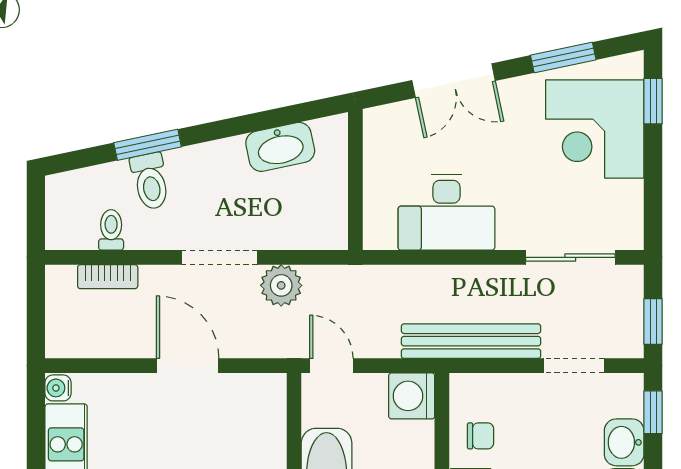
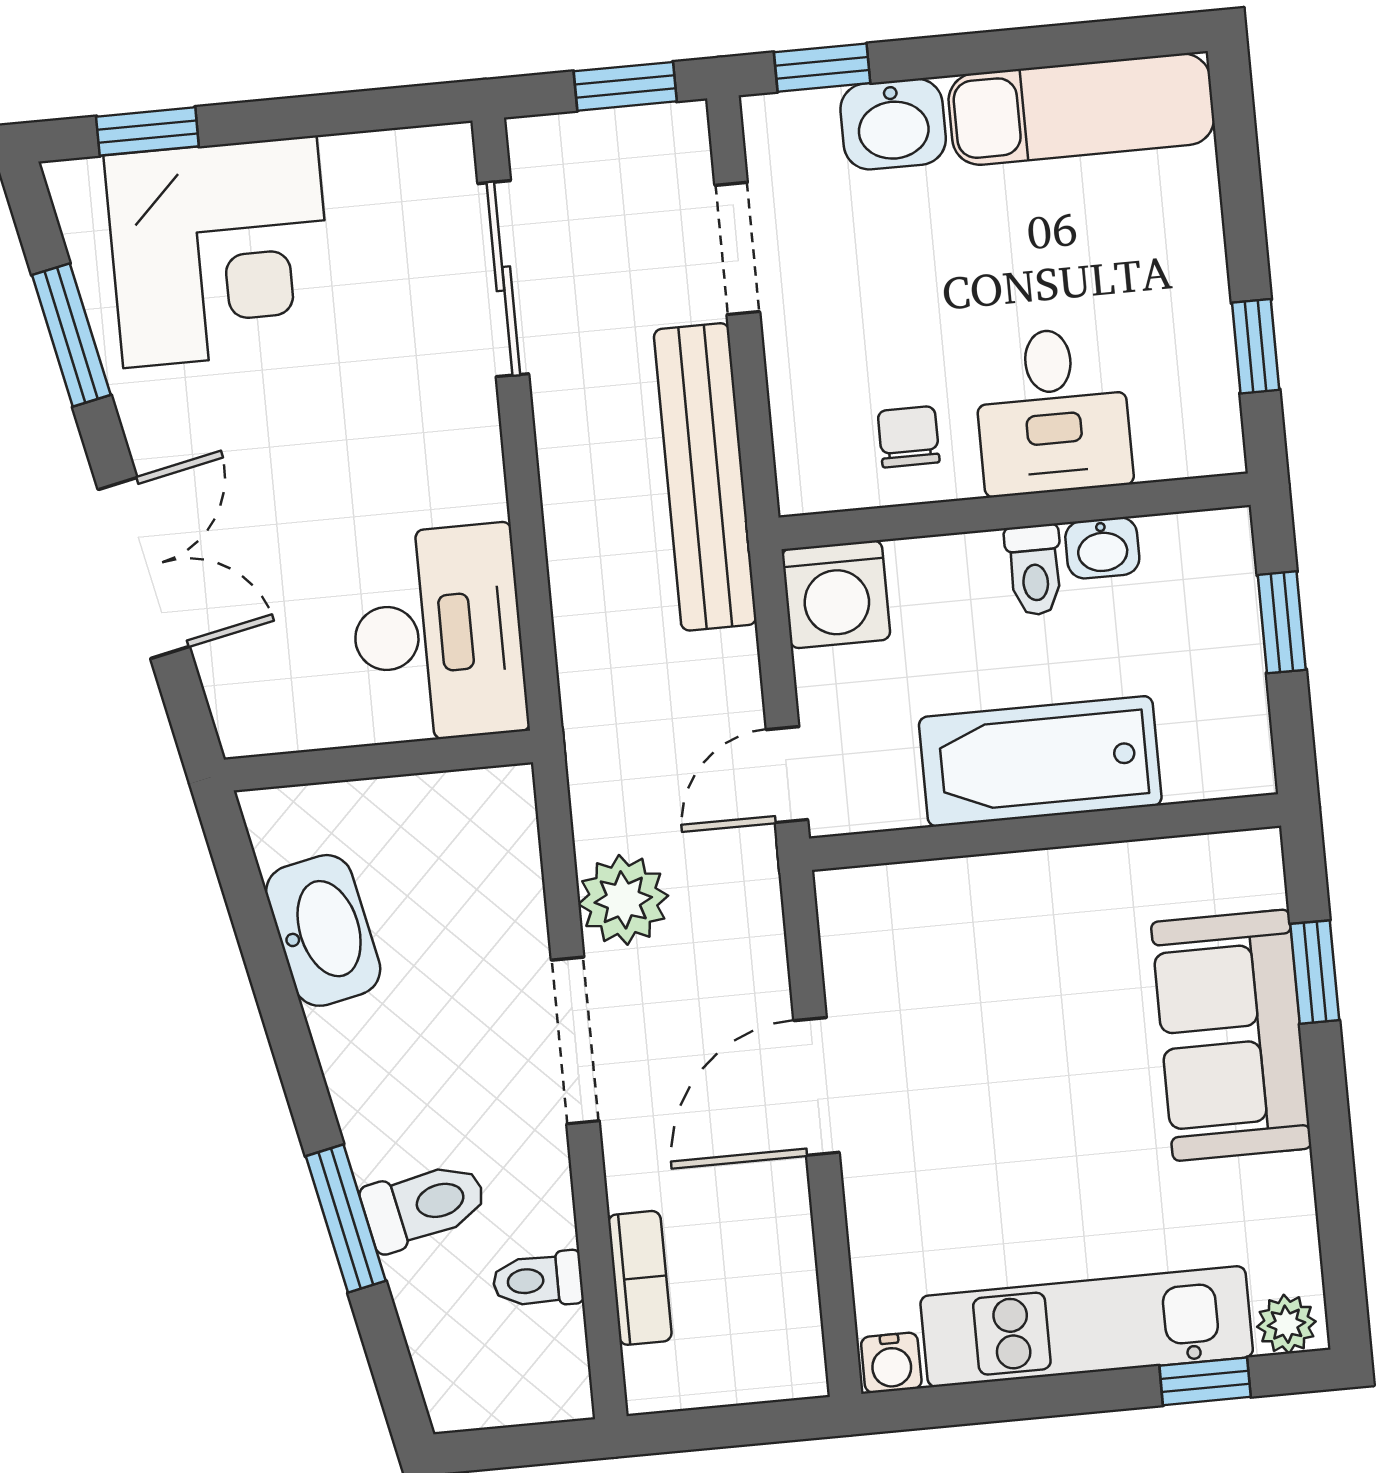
desk: (446, 212) -> (438, 634), moved

